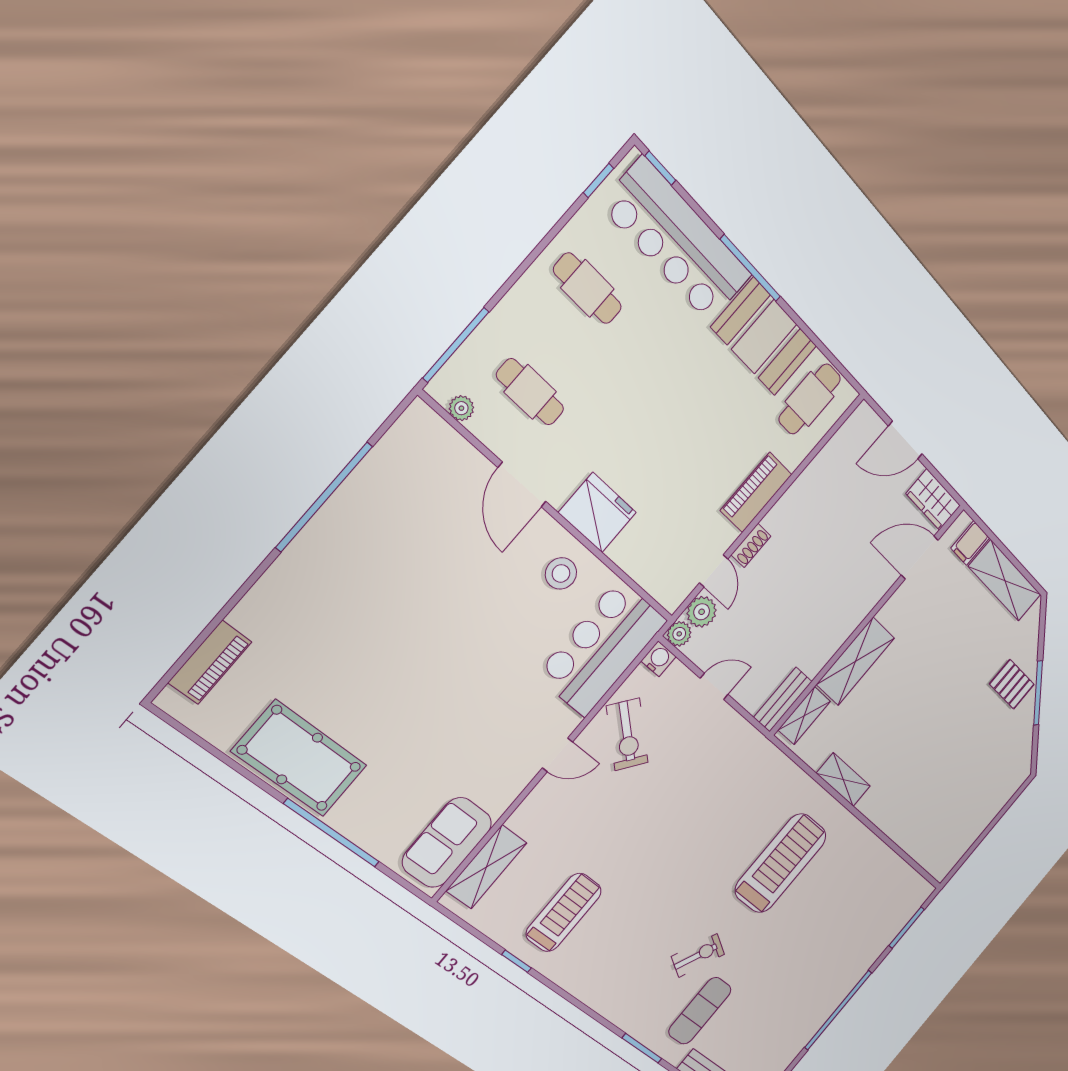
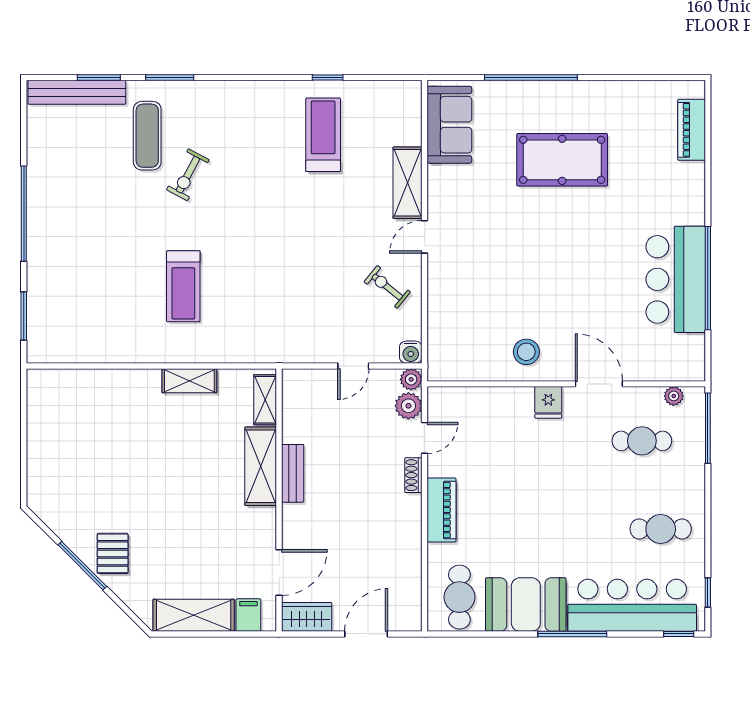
fridge: (597, 513) -> (548, 402), width x0.53, depth x0.75
door: (714, 571) -> (425, 438), swing flipped
bar counter: (602, 648) -> (676, 279), moved, turned 180
pallet: (1012, 684) -> (113, 553), turned 90
bench: (783, 699) -> (293, 473), moved
exercise bike: (627, 734) -> (387, 287), width x0.73, depth x0.72
pool table: (300, 758) -> (562, 160), moved
treadmill: (781, 863) -> (183, 286), width x0.73, depth x0.73
shelving: (487, 867) -> (408, 183), moved
treadmill: (564, 912) -> (323, 135), turned 180

